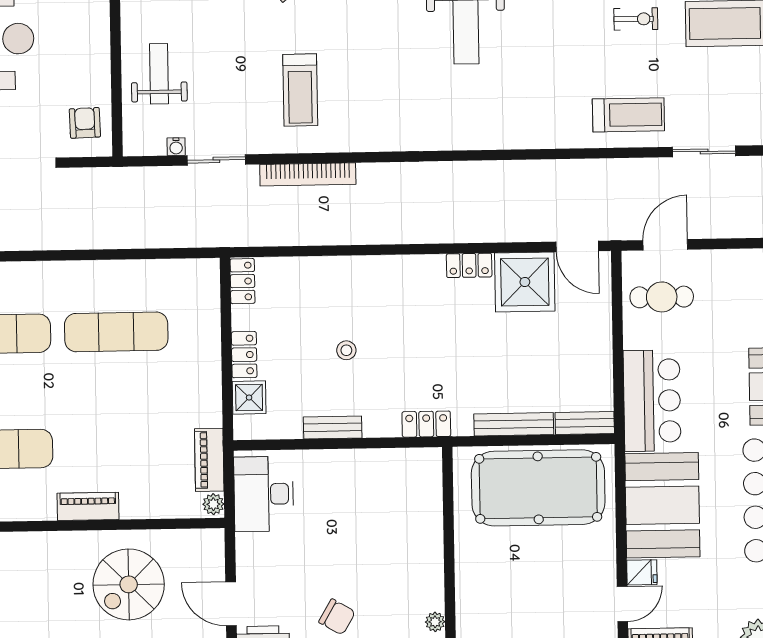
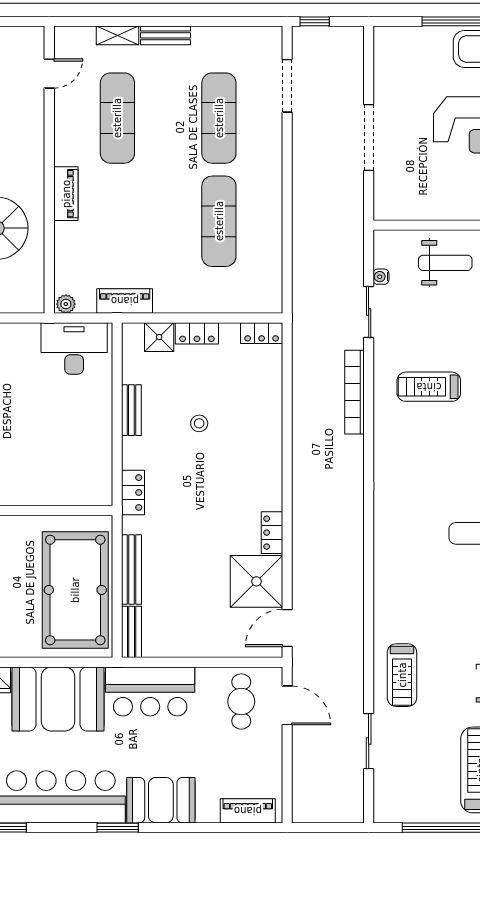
armchair: (85, 123) -> (403, 197), removed
piano: (209, 460) -> (125, 301), moved

